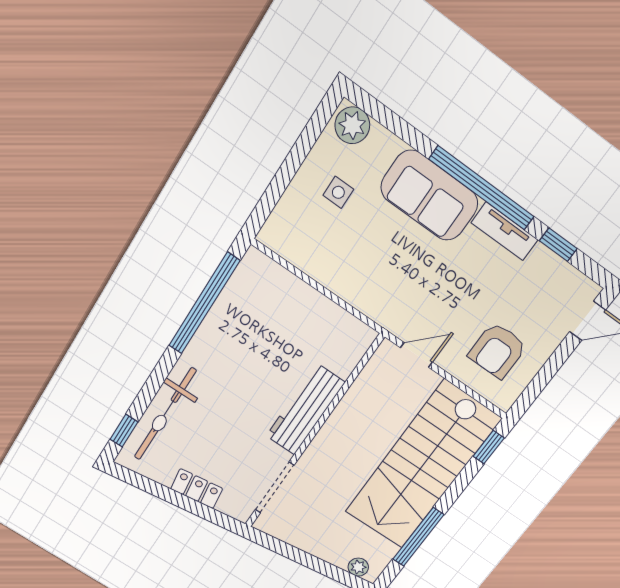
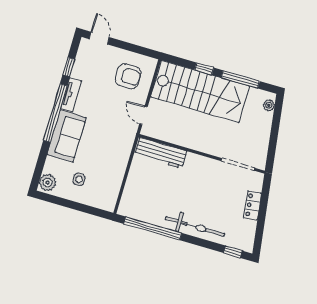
workbench: (305, 409) -> (161, 153), moved
bicycle: (165, 414) -> (195, 226), moved
window: (489, 447) -> (204, 69), moved

